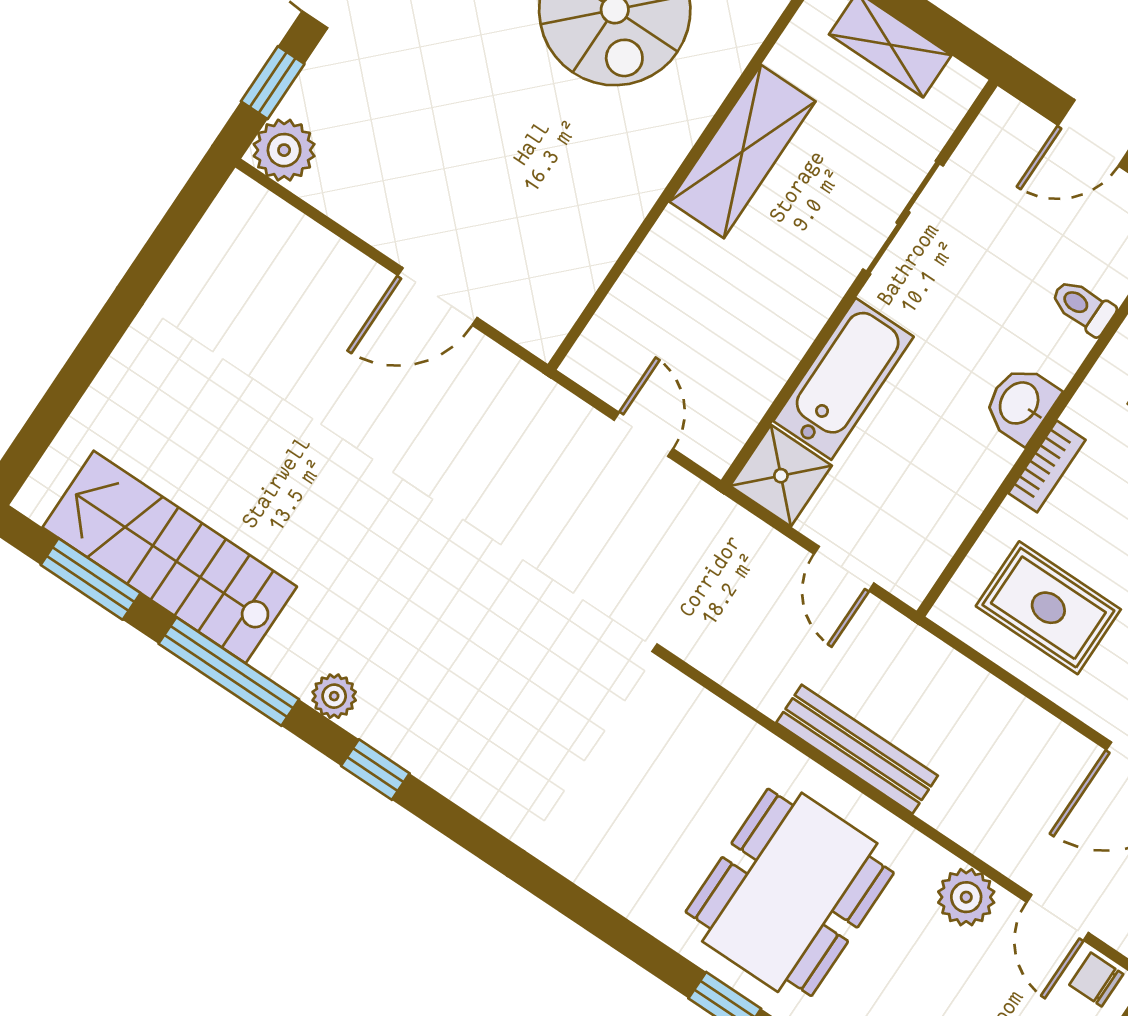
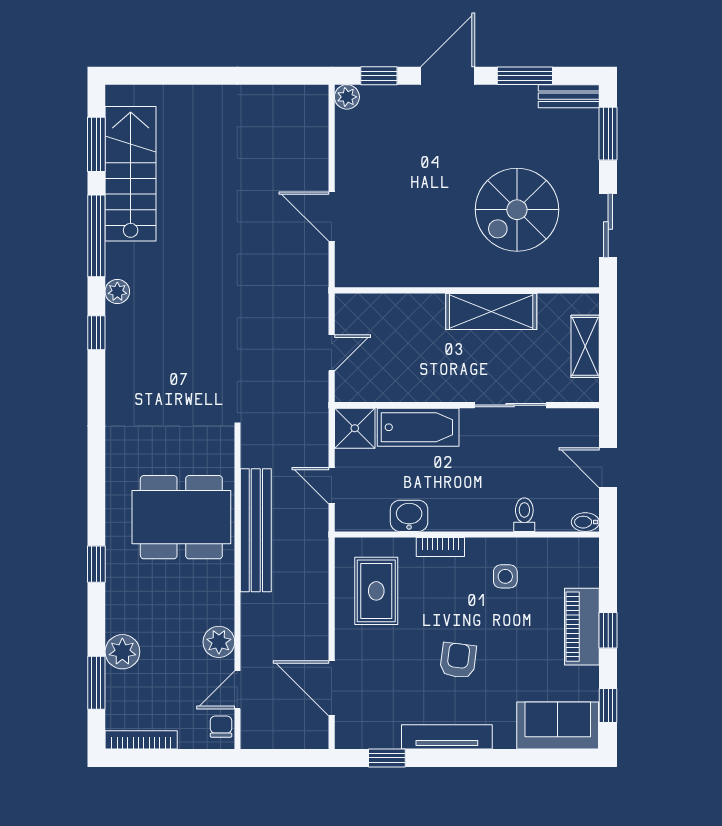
plant: (284, 150) -> (347, 97), width x0.73, depth x0.73
washbasin: (1020, 404) -> (409, 516), moved
door: (844, 569) -> (332, 486), hinge flipped
bench: (857, 749) -> (256, 530), width x1.37, depth x1.21
dining table: (790, 892) -> (181, 517), moved

